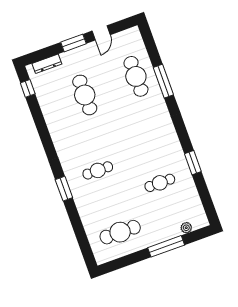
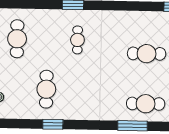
cafe table: (160, 183) -> (46, 89), width x1.37, depth x1.35

